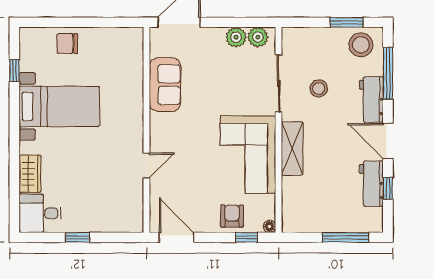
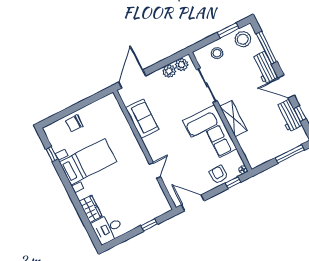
stool: (319, 88) -> (217, 53), moved
window: (77, 237) -> (149, 225), moved

